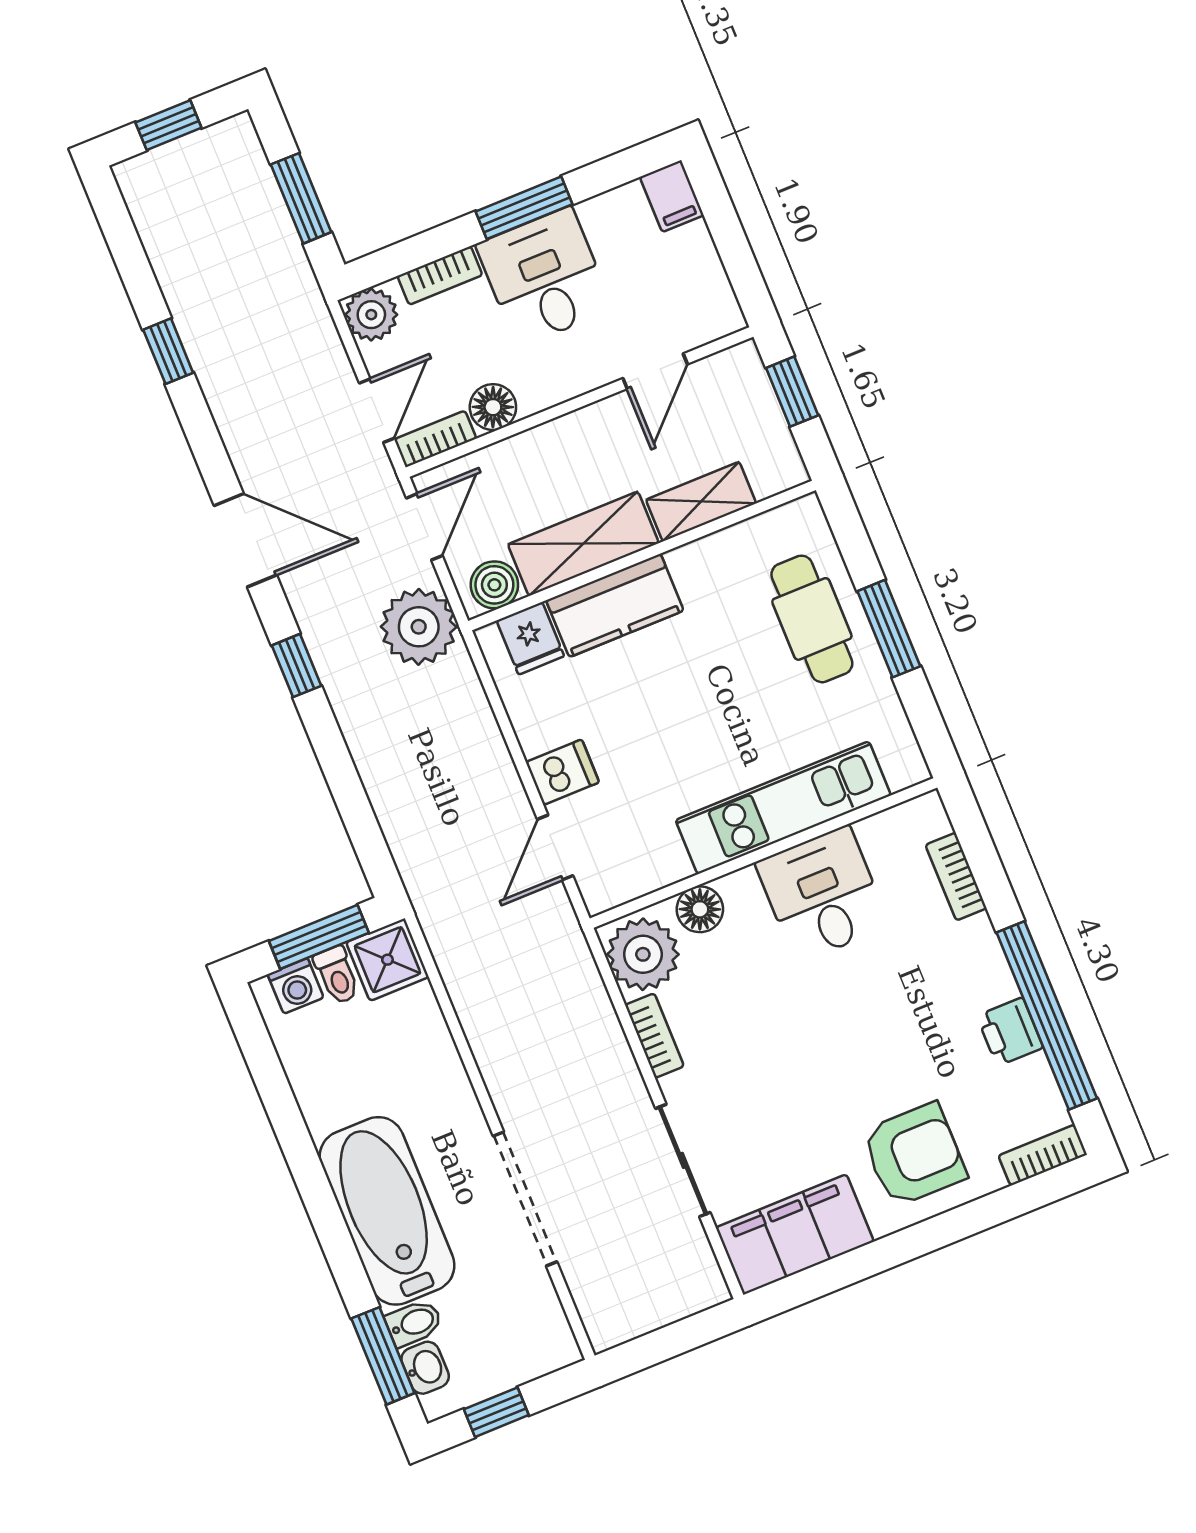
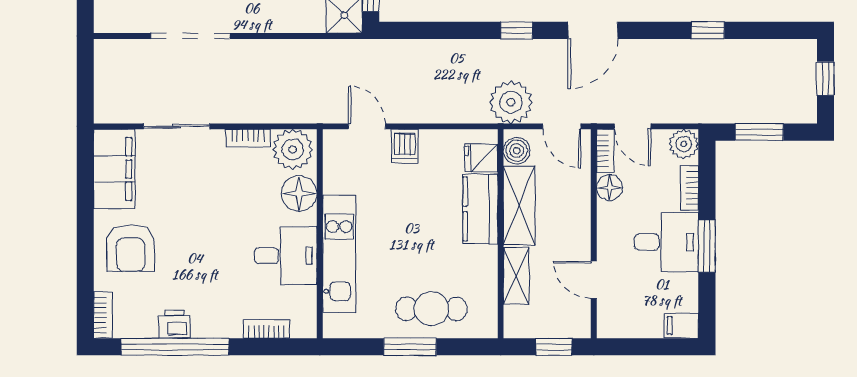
floor lamp: (700, 909) -> (299, 193), width x1.38, depth x1.38

